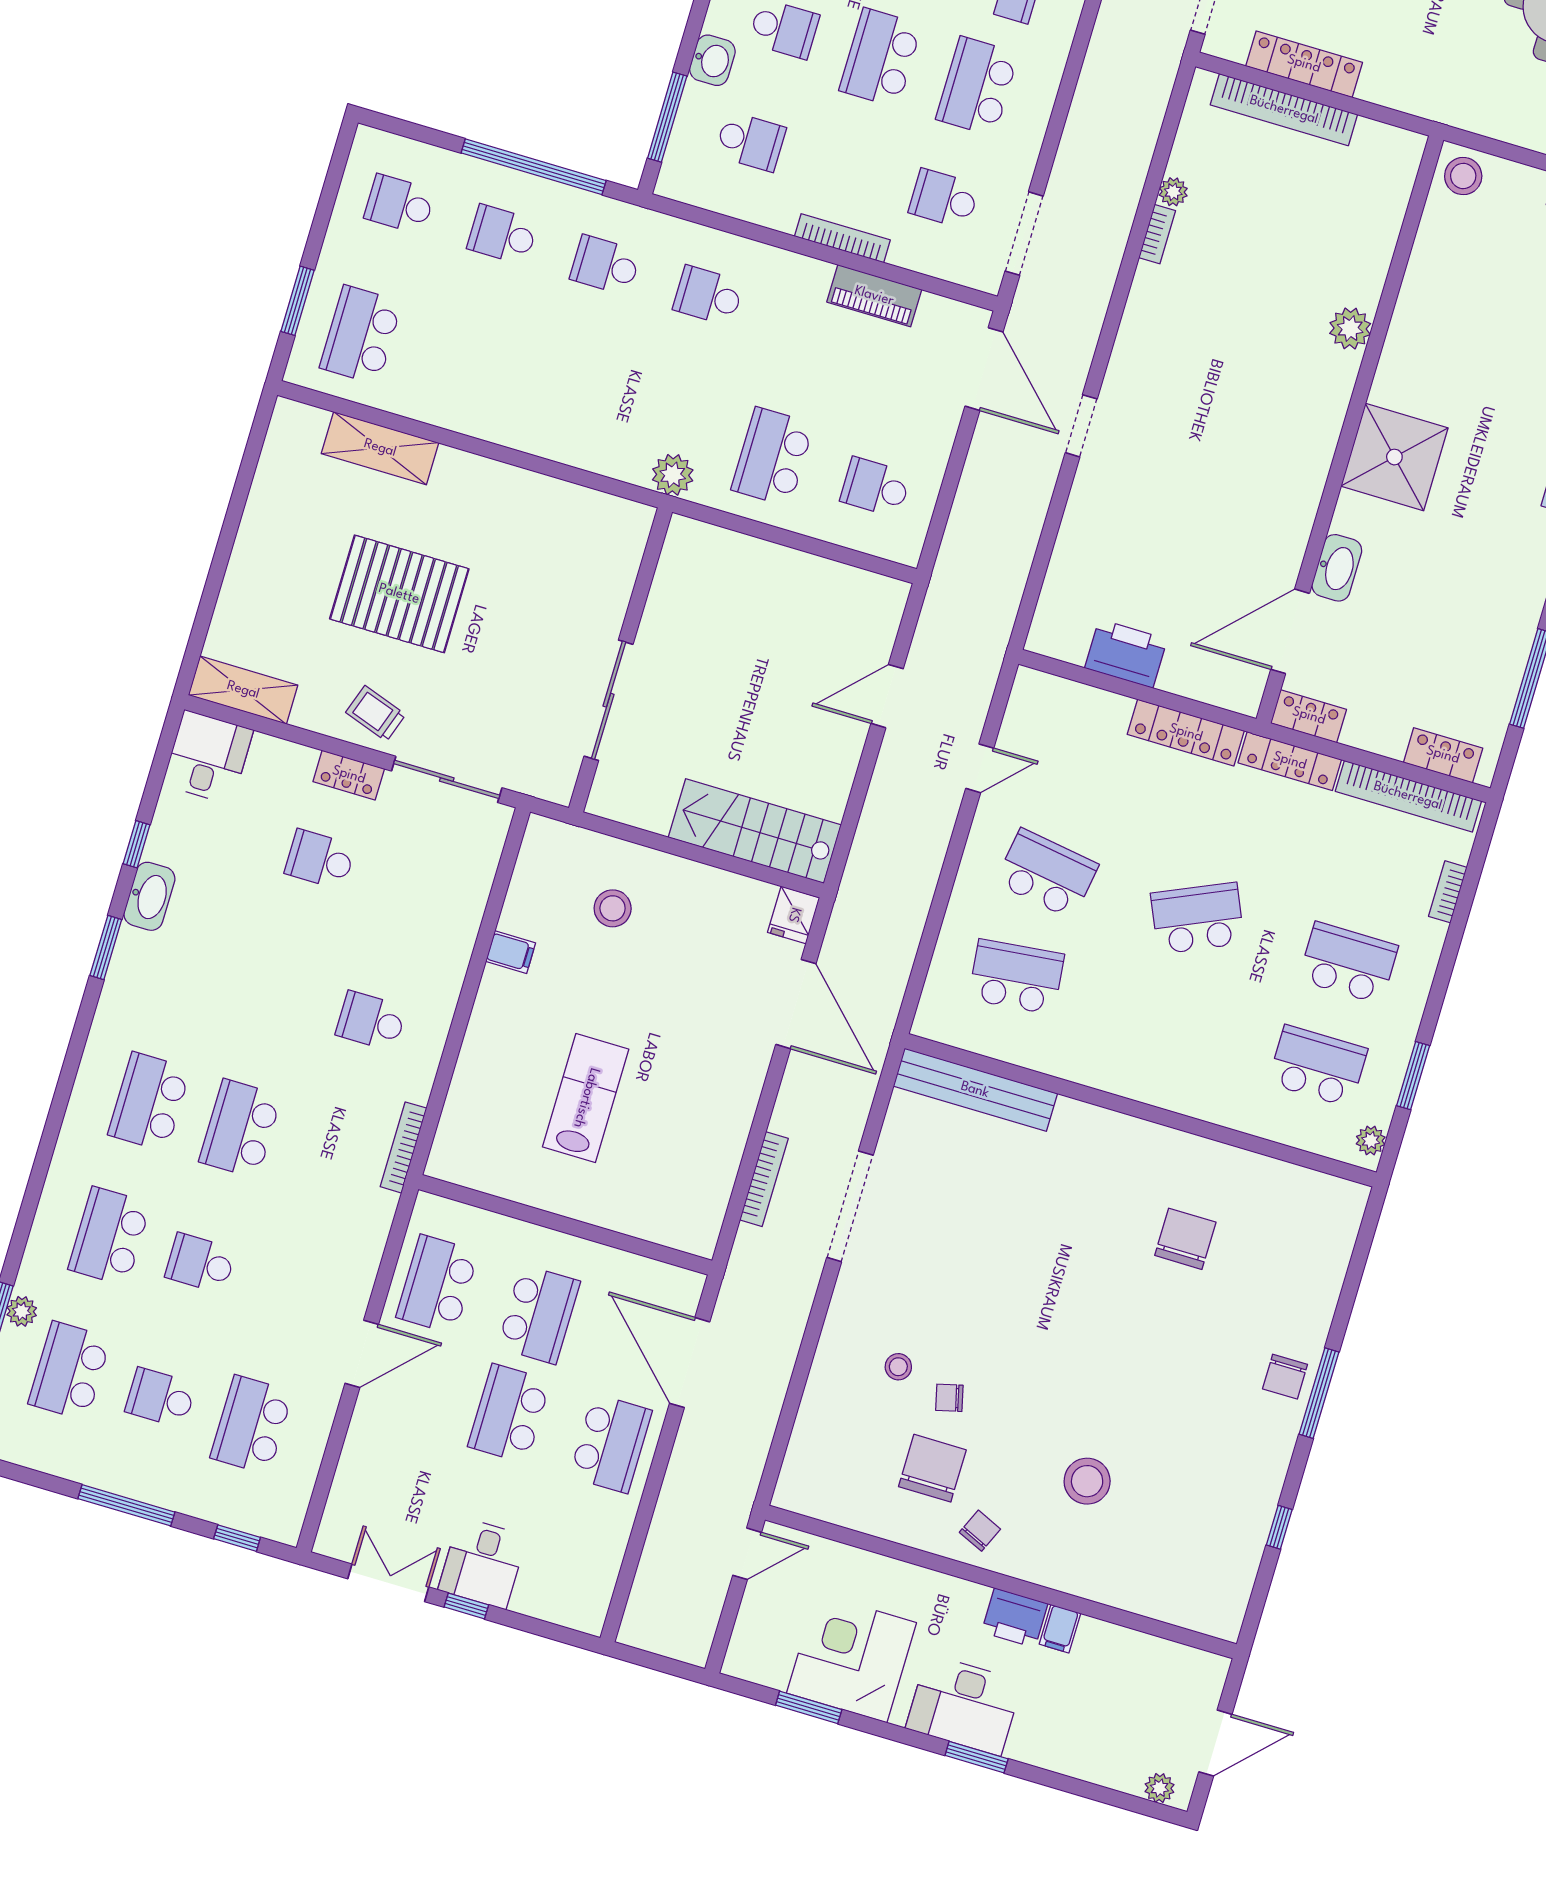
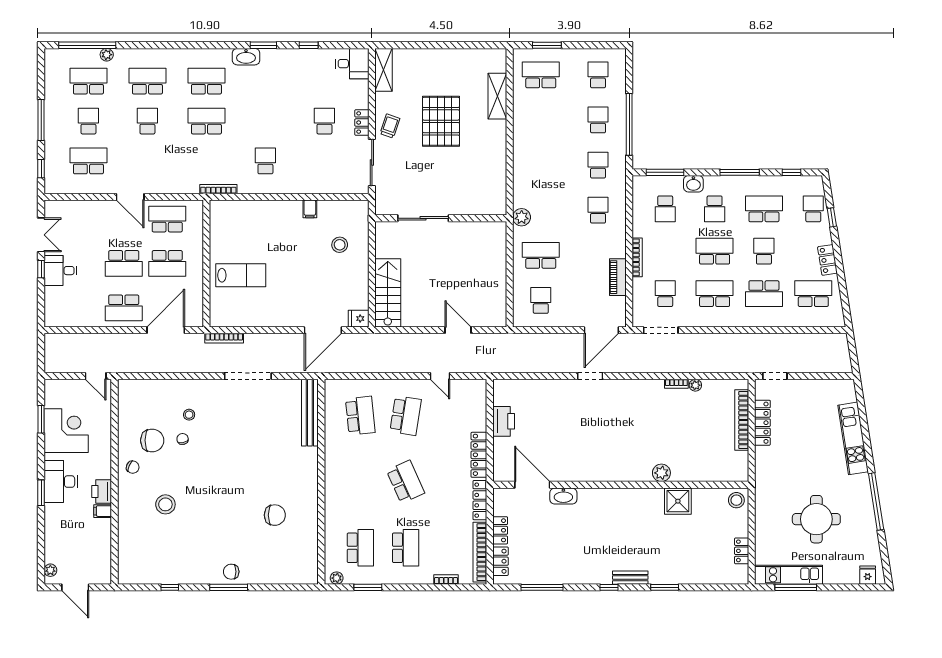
shower: (1394, 457) -> (678, 501), moved, width x0.73, depth x0.73
locker: (1309, 716) -> (500, 530), moved
washbasin: (149, 896) -> (246, 57), moved
lab bench: (586, 1098) -> (241, 275), moved
bookcase: (764, 1179) -> (224, 338), moved
school desk: (509, 1414) -> (124, 263), turned 180

